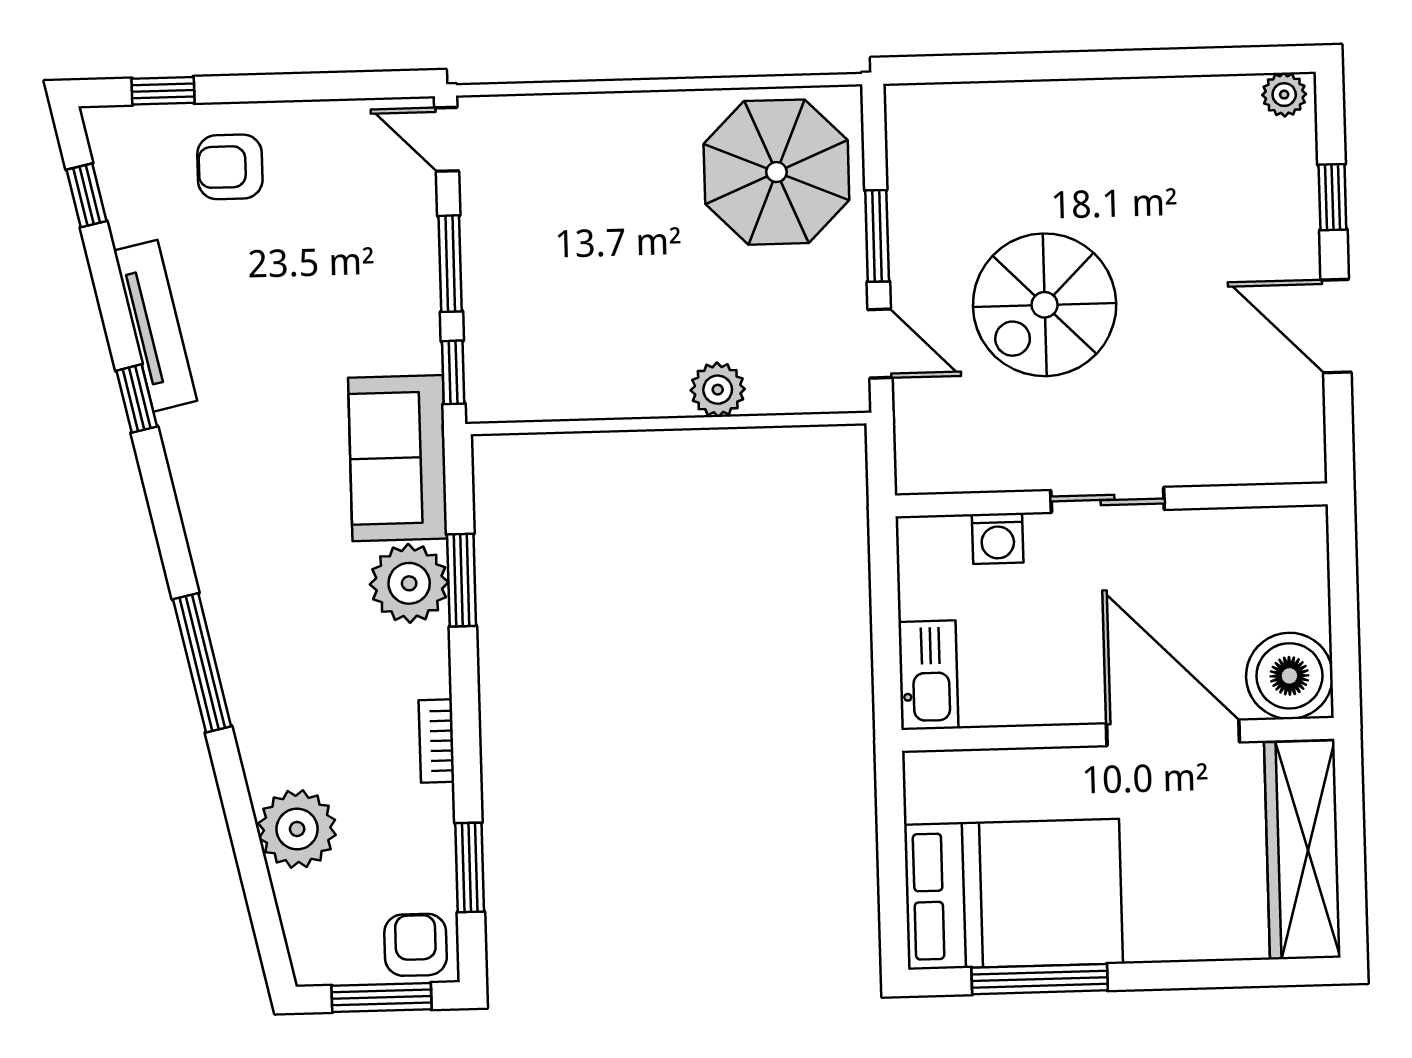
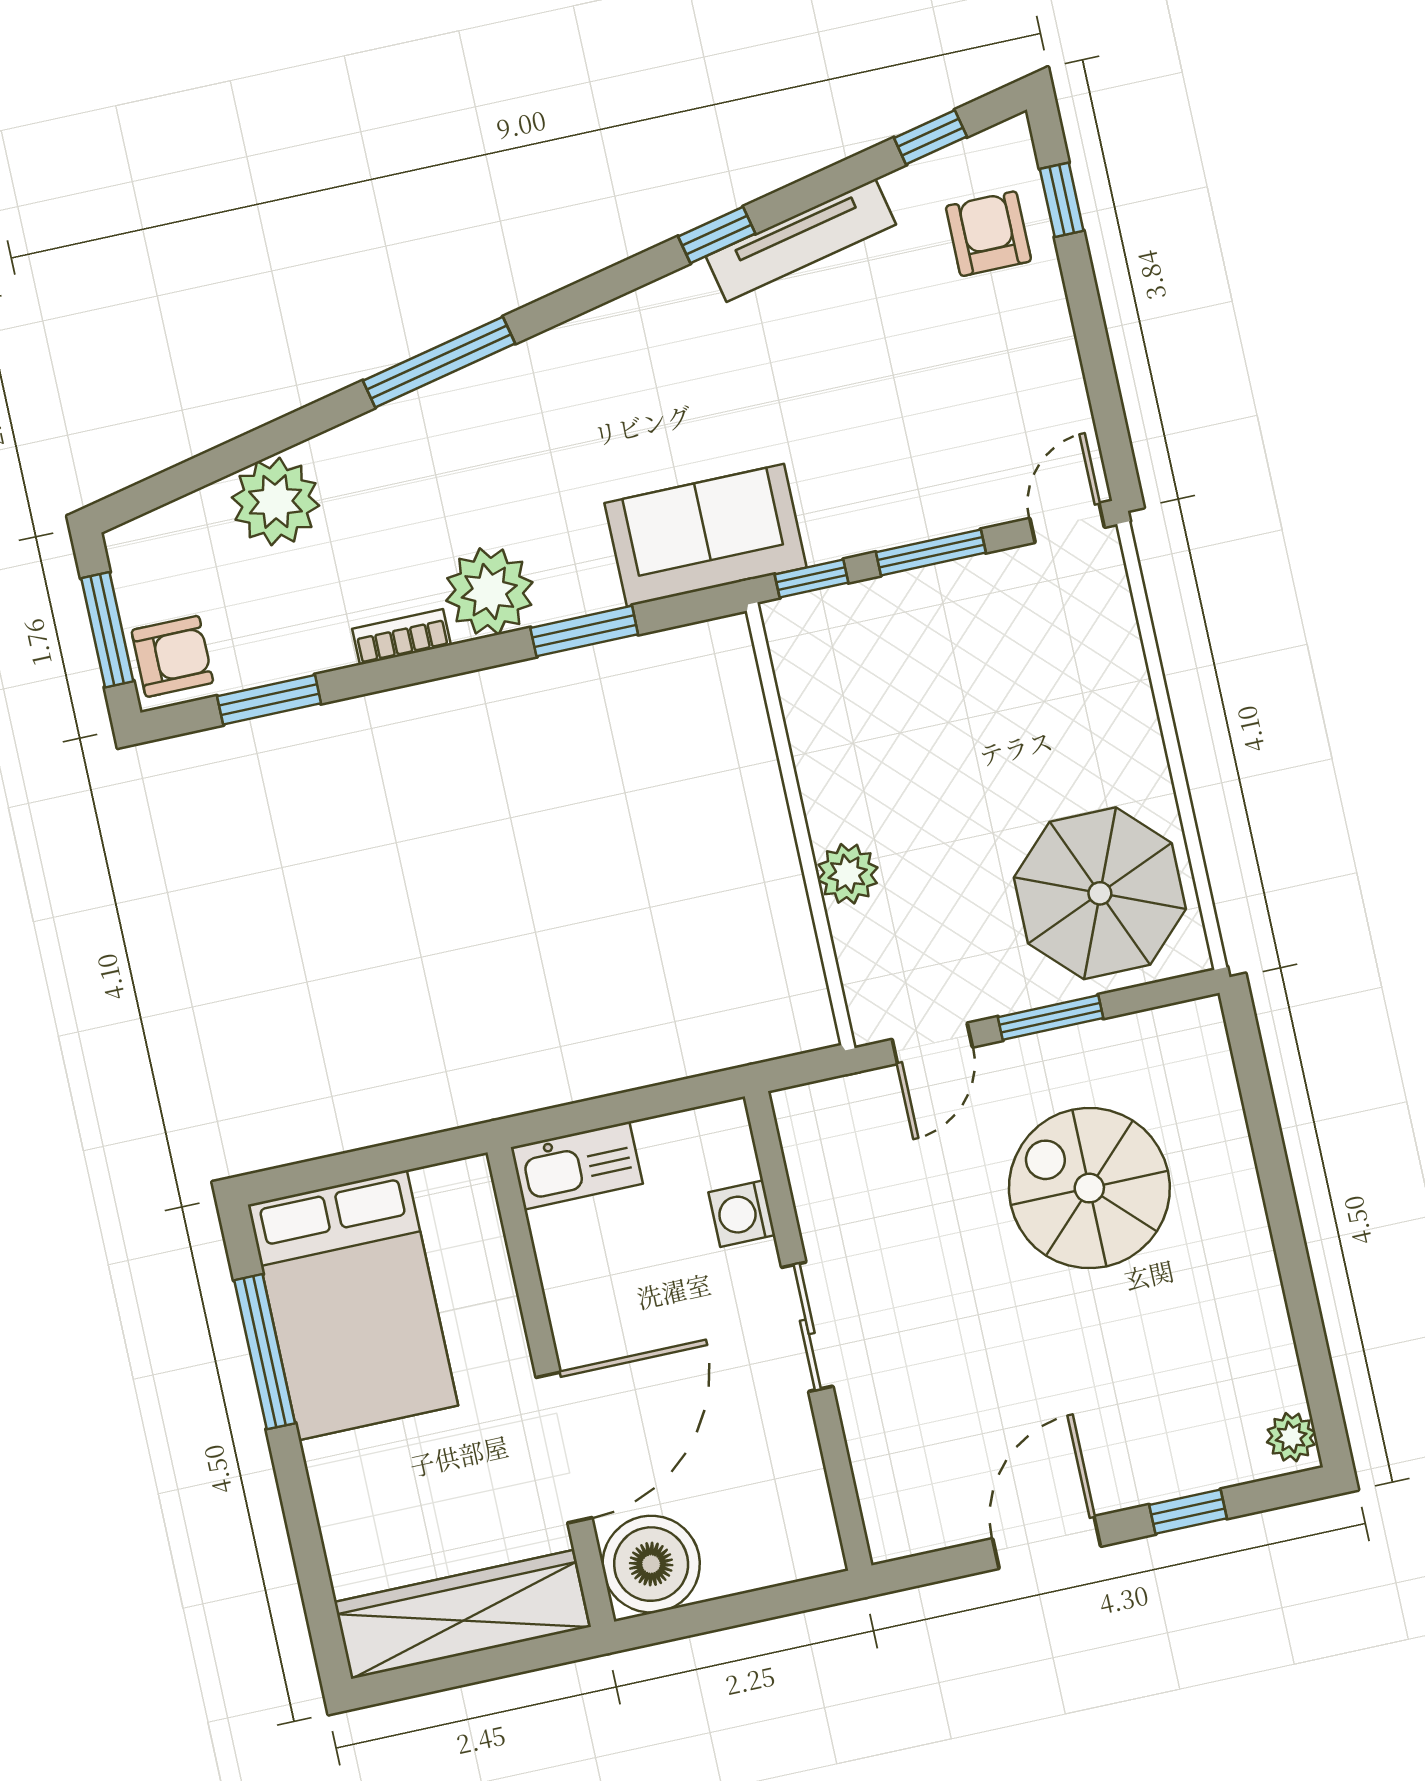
armchair: (230, 167) -> (988, 234), moved
spiral stairs: (1045, 305) -> (1089, 1188), moved
plant: (409, 583) -> (489, 591), moved

